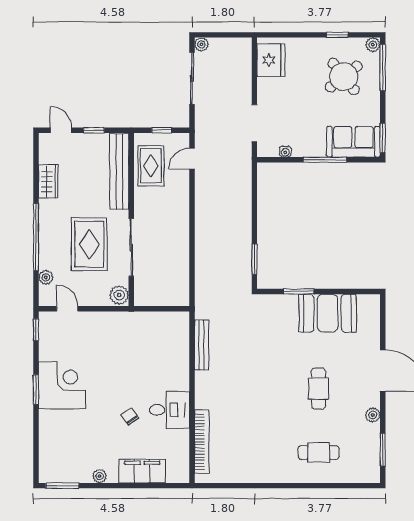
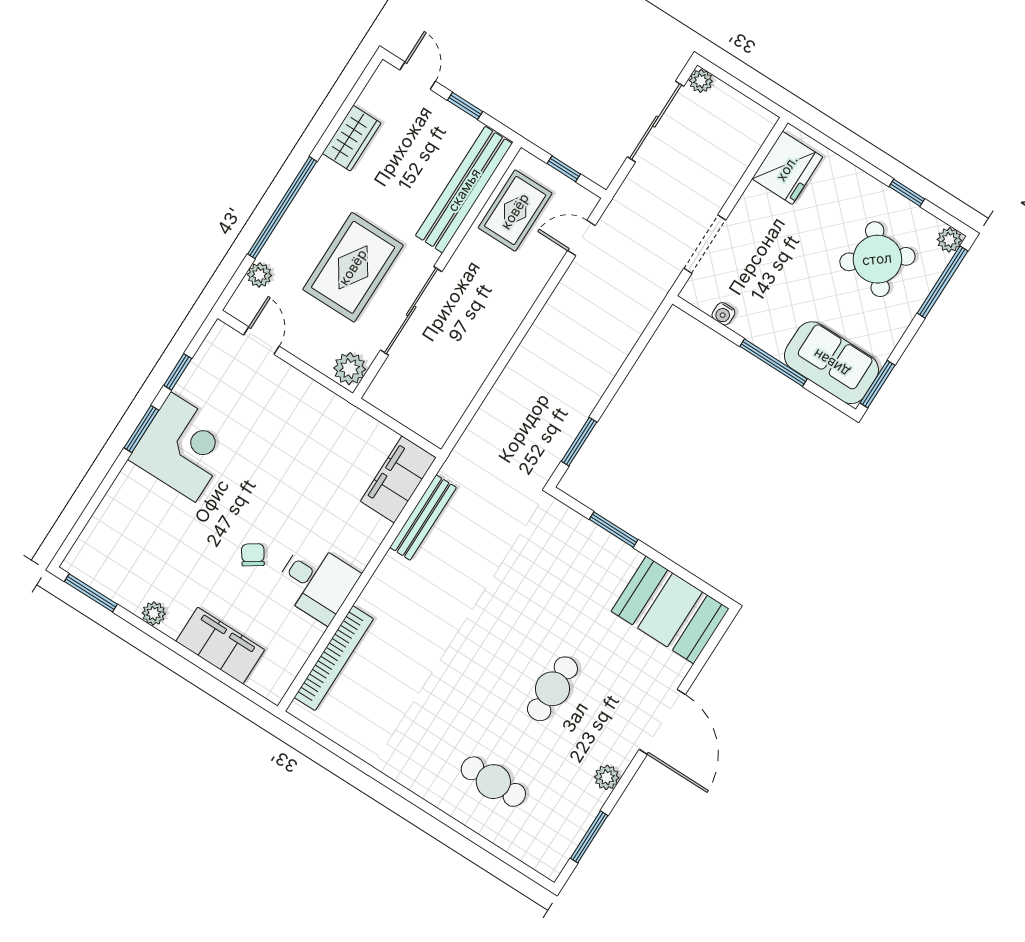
booth: (328, 313) -> (670, 610), moved
window: (36, 330) -> (178, 372), moved
filing cabinet: (178, 334) -> (398, 479), added

